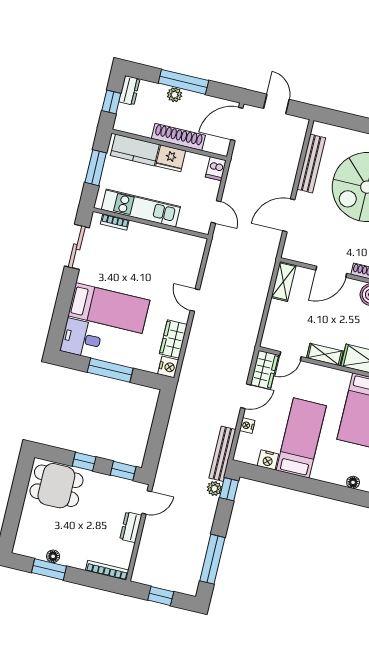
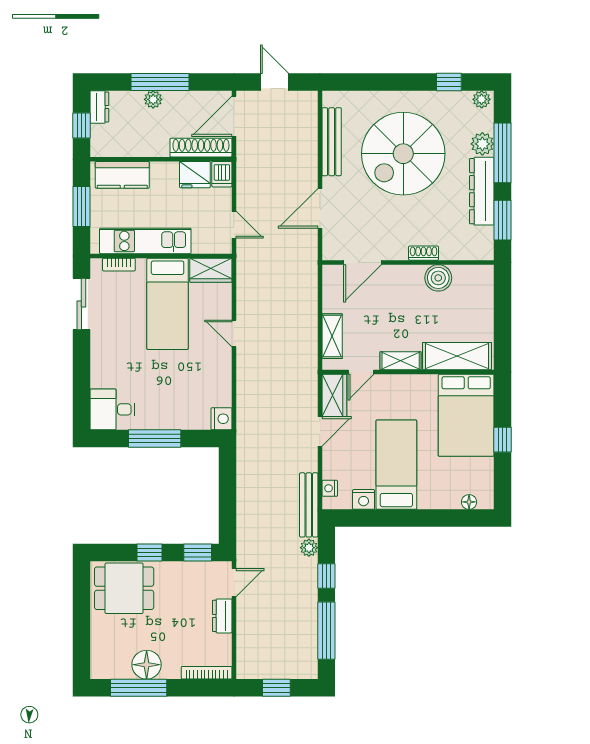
shoe rack: (178, 137) -> (201, 148), moved
fridge: (171, 158) -> (195, 175), moved
door: (331, 272) -> (362, 262), moved
shelving: (284, 281) -> (332, 336), moved
bed: (109, 308) -> (168, 304), moved, turned 90
wardrobe: (173, 339) -> (211, 270), moved, turned -90
nightstand: (247, 425) -> (330, 488), moved
window: (229, 489) -> (326, 576), moved
floor lamp: (53, 556) -> (147, 665), width x1.89, depth x1.89
window: (49, 569) -> (139, 688), width x1.44

